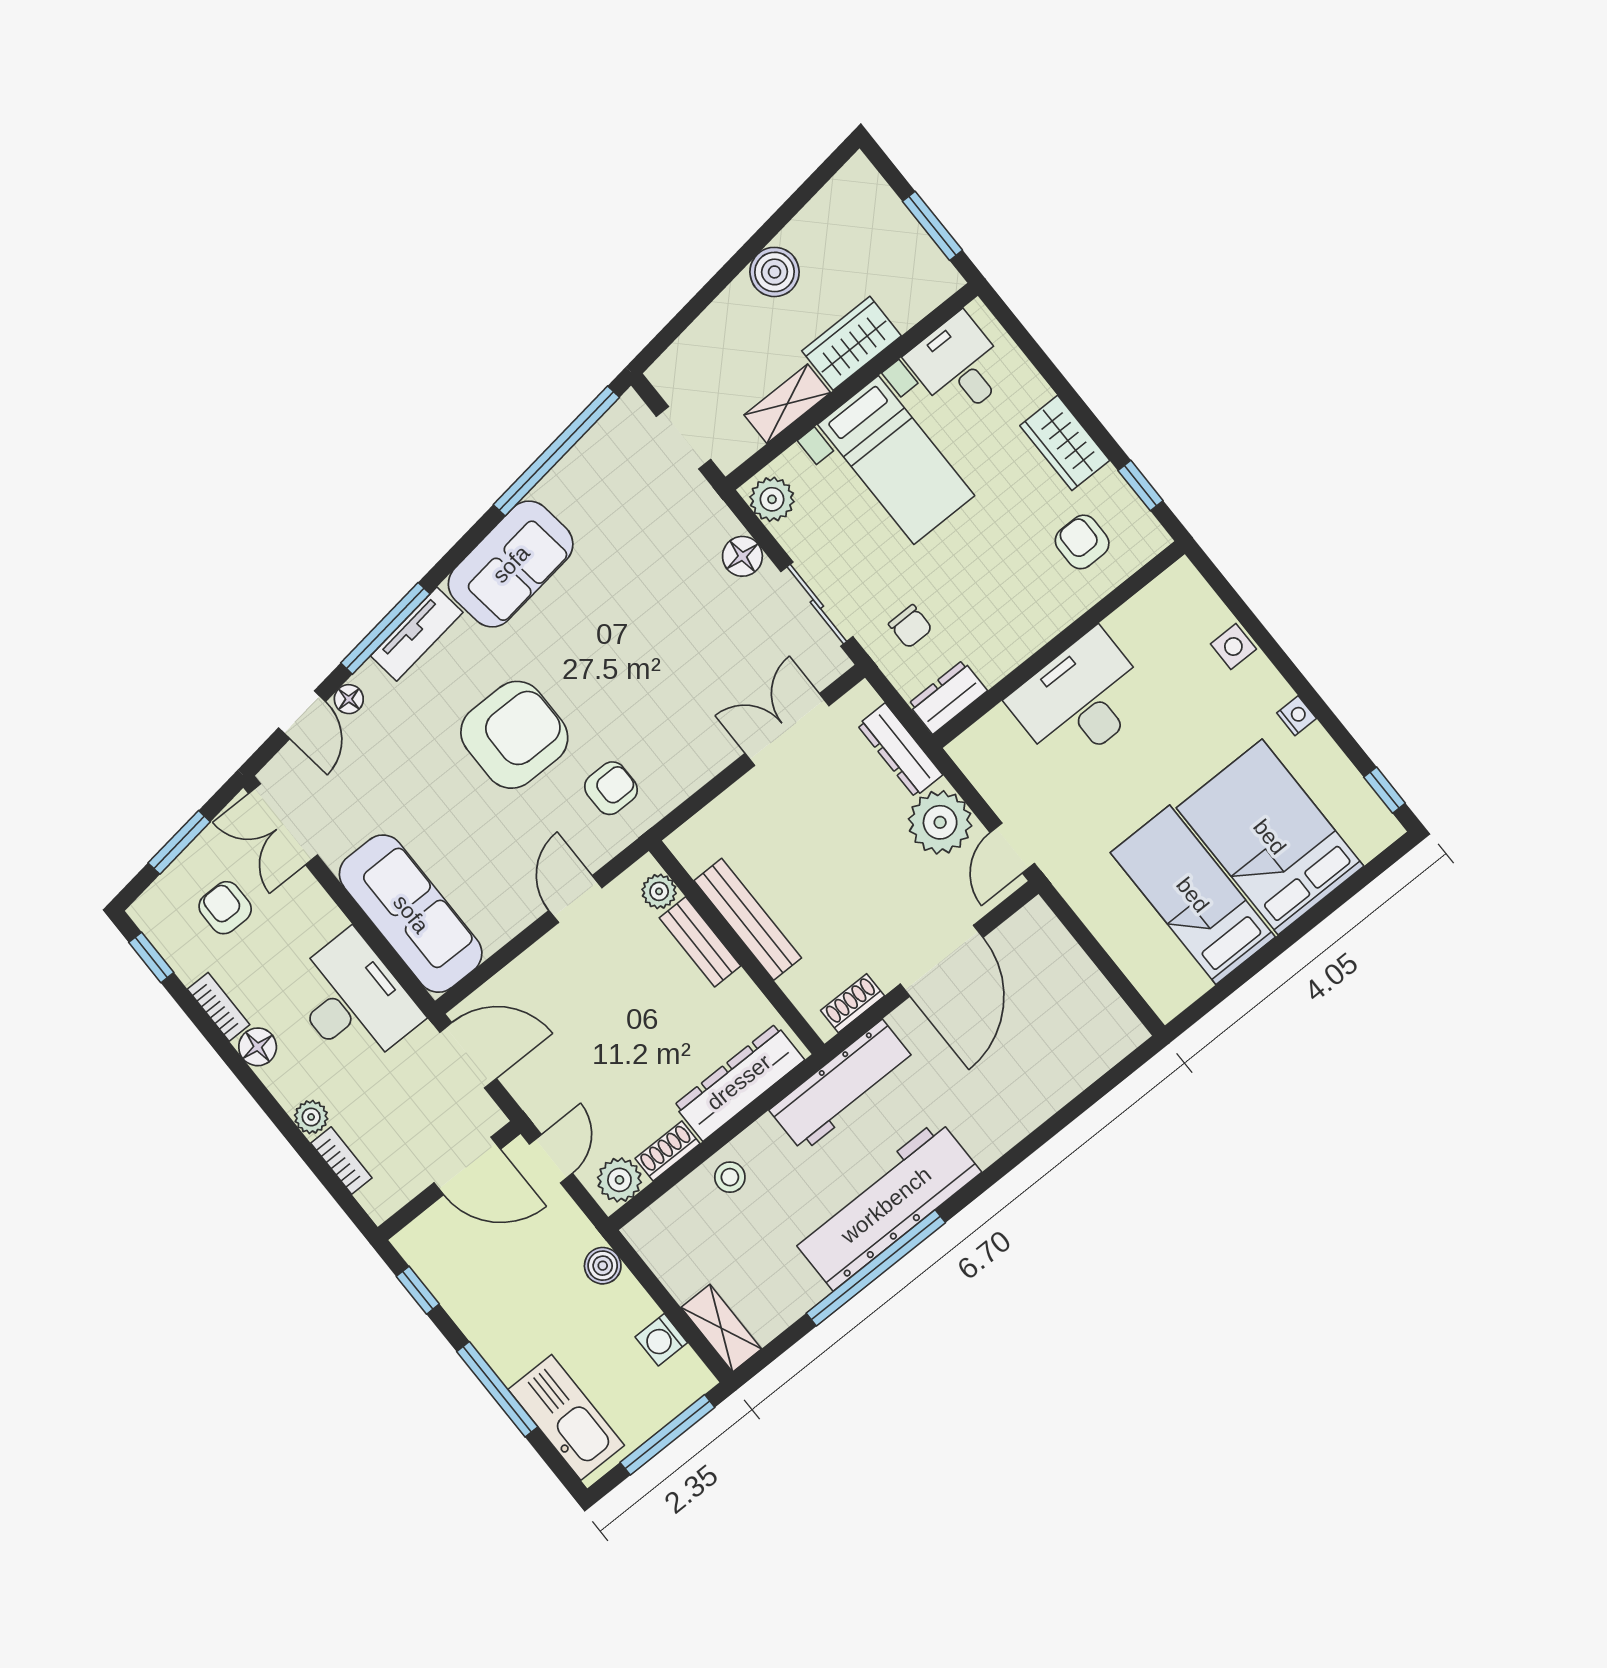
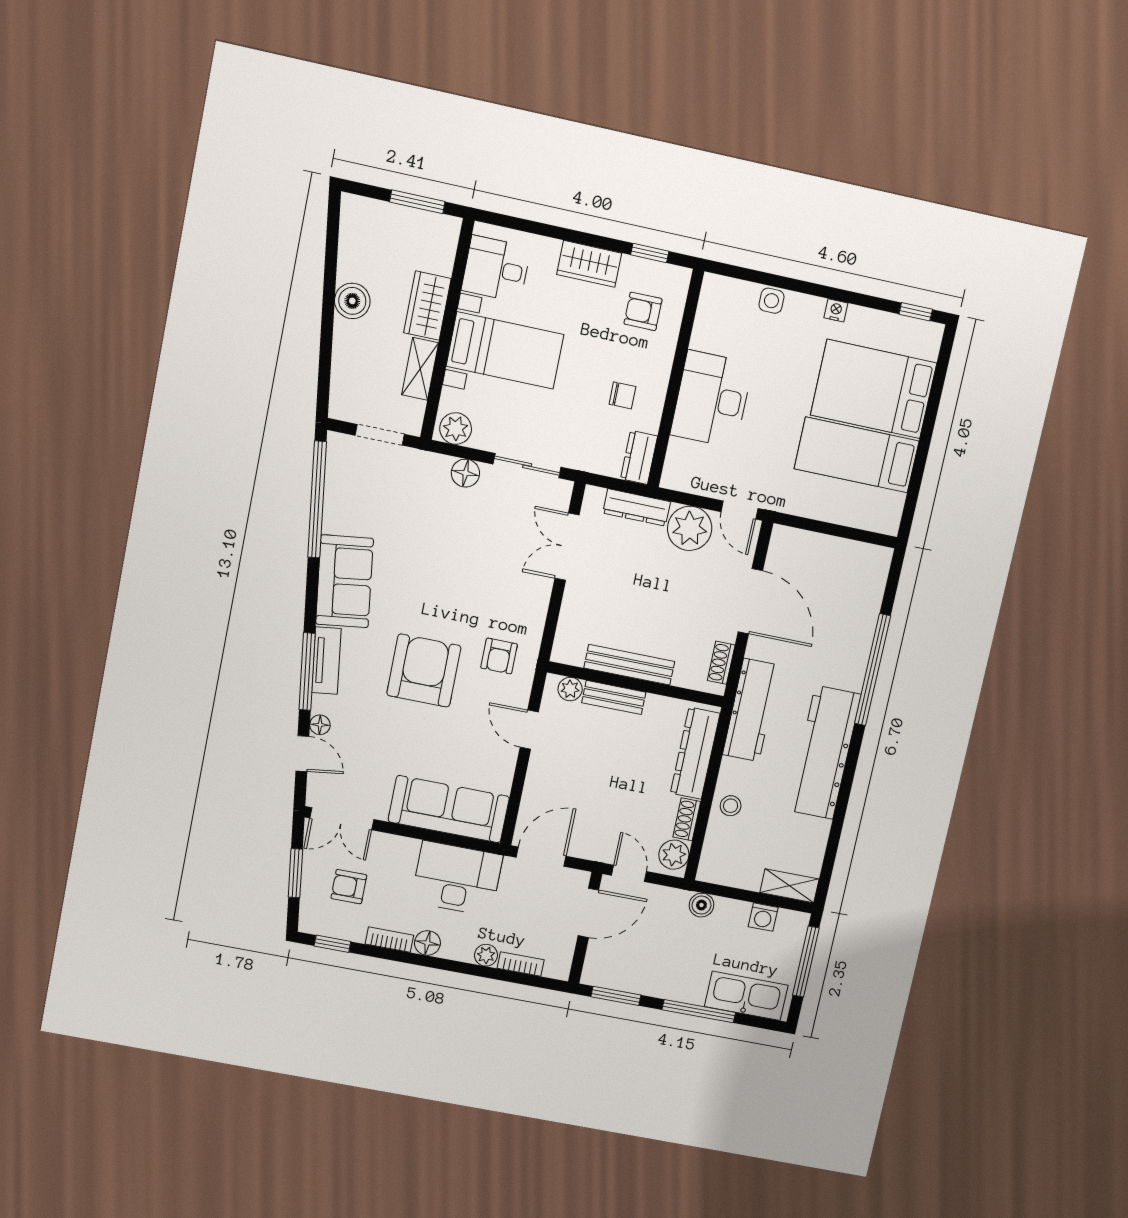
chair: (910, 626) -> (622, 395), moved
armchair: (611, 788) -> (499, 656), turned 180
window: (876, 1268) -> (873, 670), moved
window: (418, 1290) -> (616, 996), width x1.50

